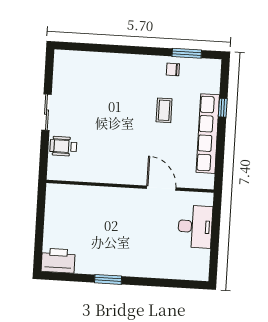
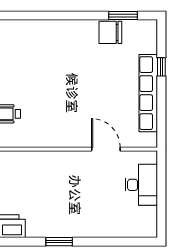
chair: (173, 69) -> (110, 32), width x1.87, depth x1.87
coffee table: (164, 110) -> (104, 73), removed

